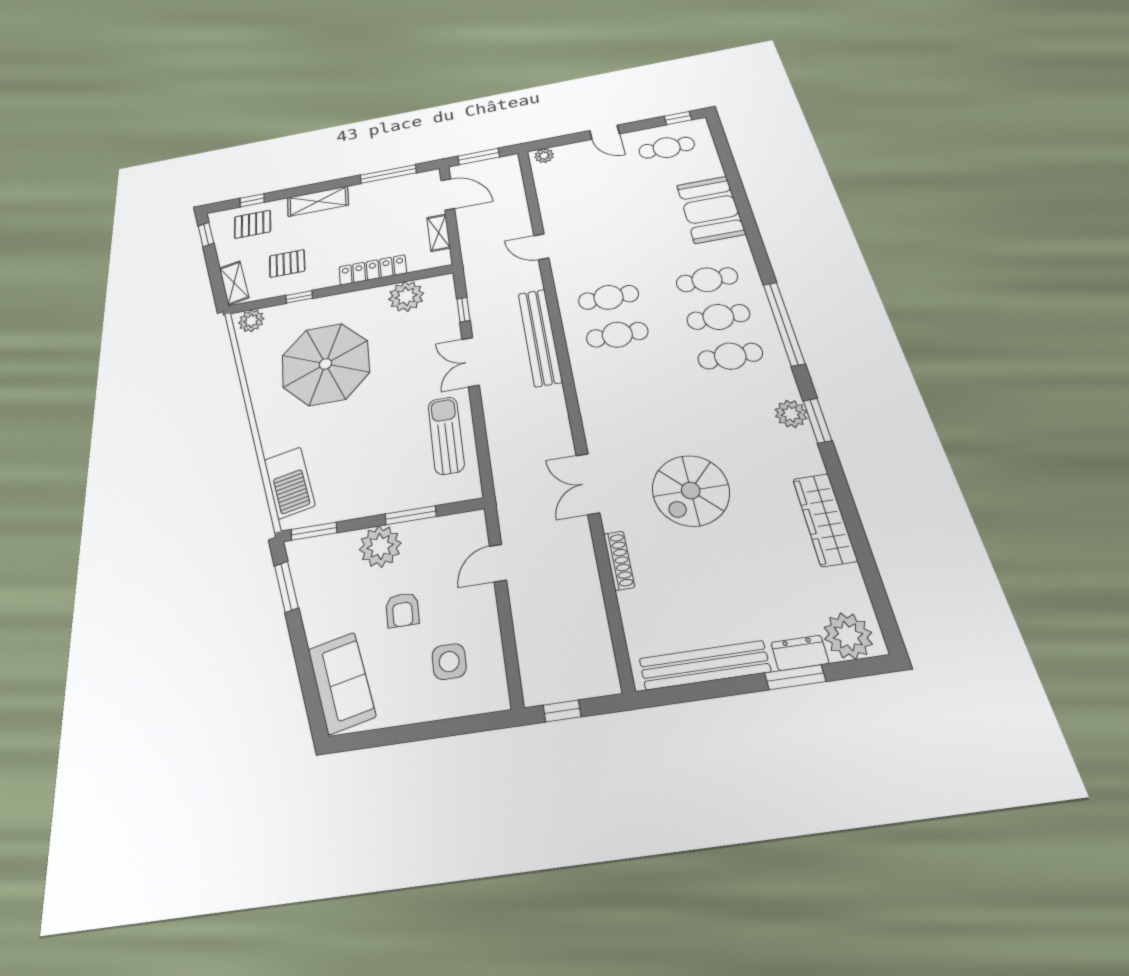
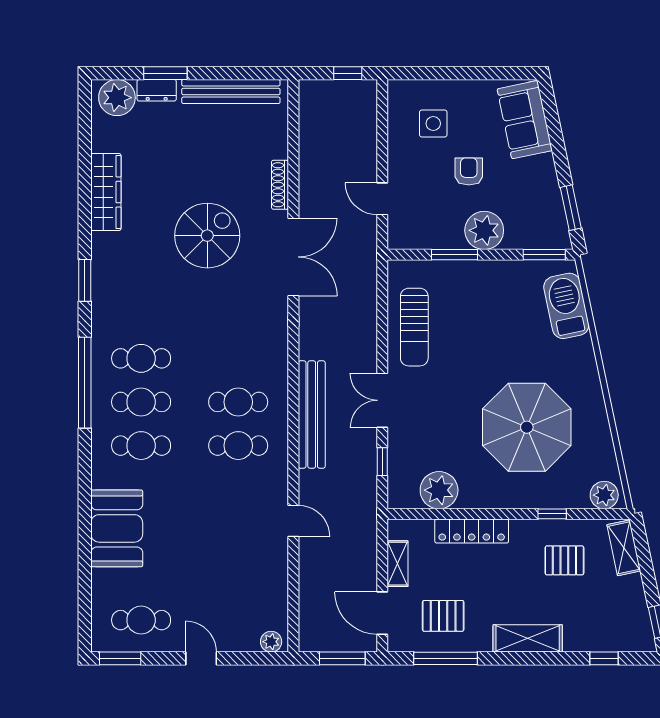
window: (678, 118) -> (120, 658), width x1.50
pallet: (253, 224) -> (443, 616), moved
double door: (471, 362) -> (382, 400), swing flipped
plant: (791, 414) -> (105, 291), removed
double door: (588, 484) -> (293, 257), width x1.37
door: (498, 563) -> (382, 199), swing flipped

